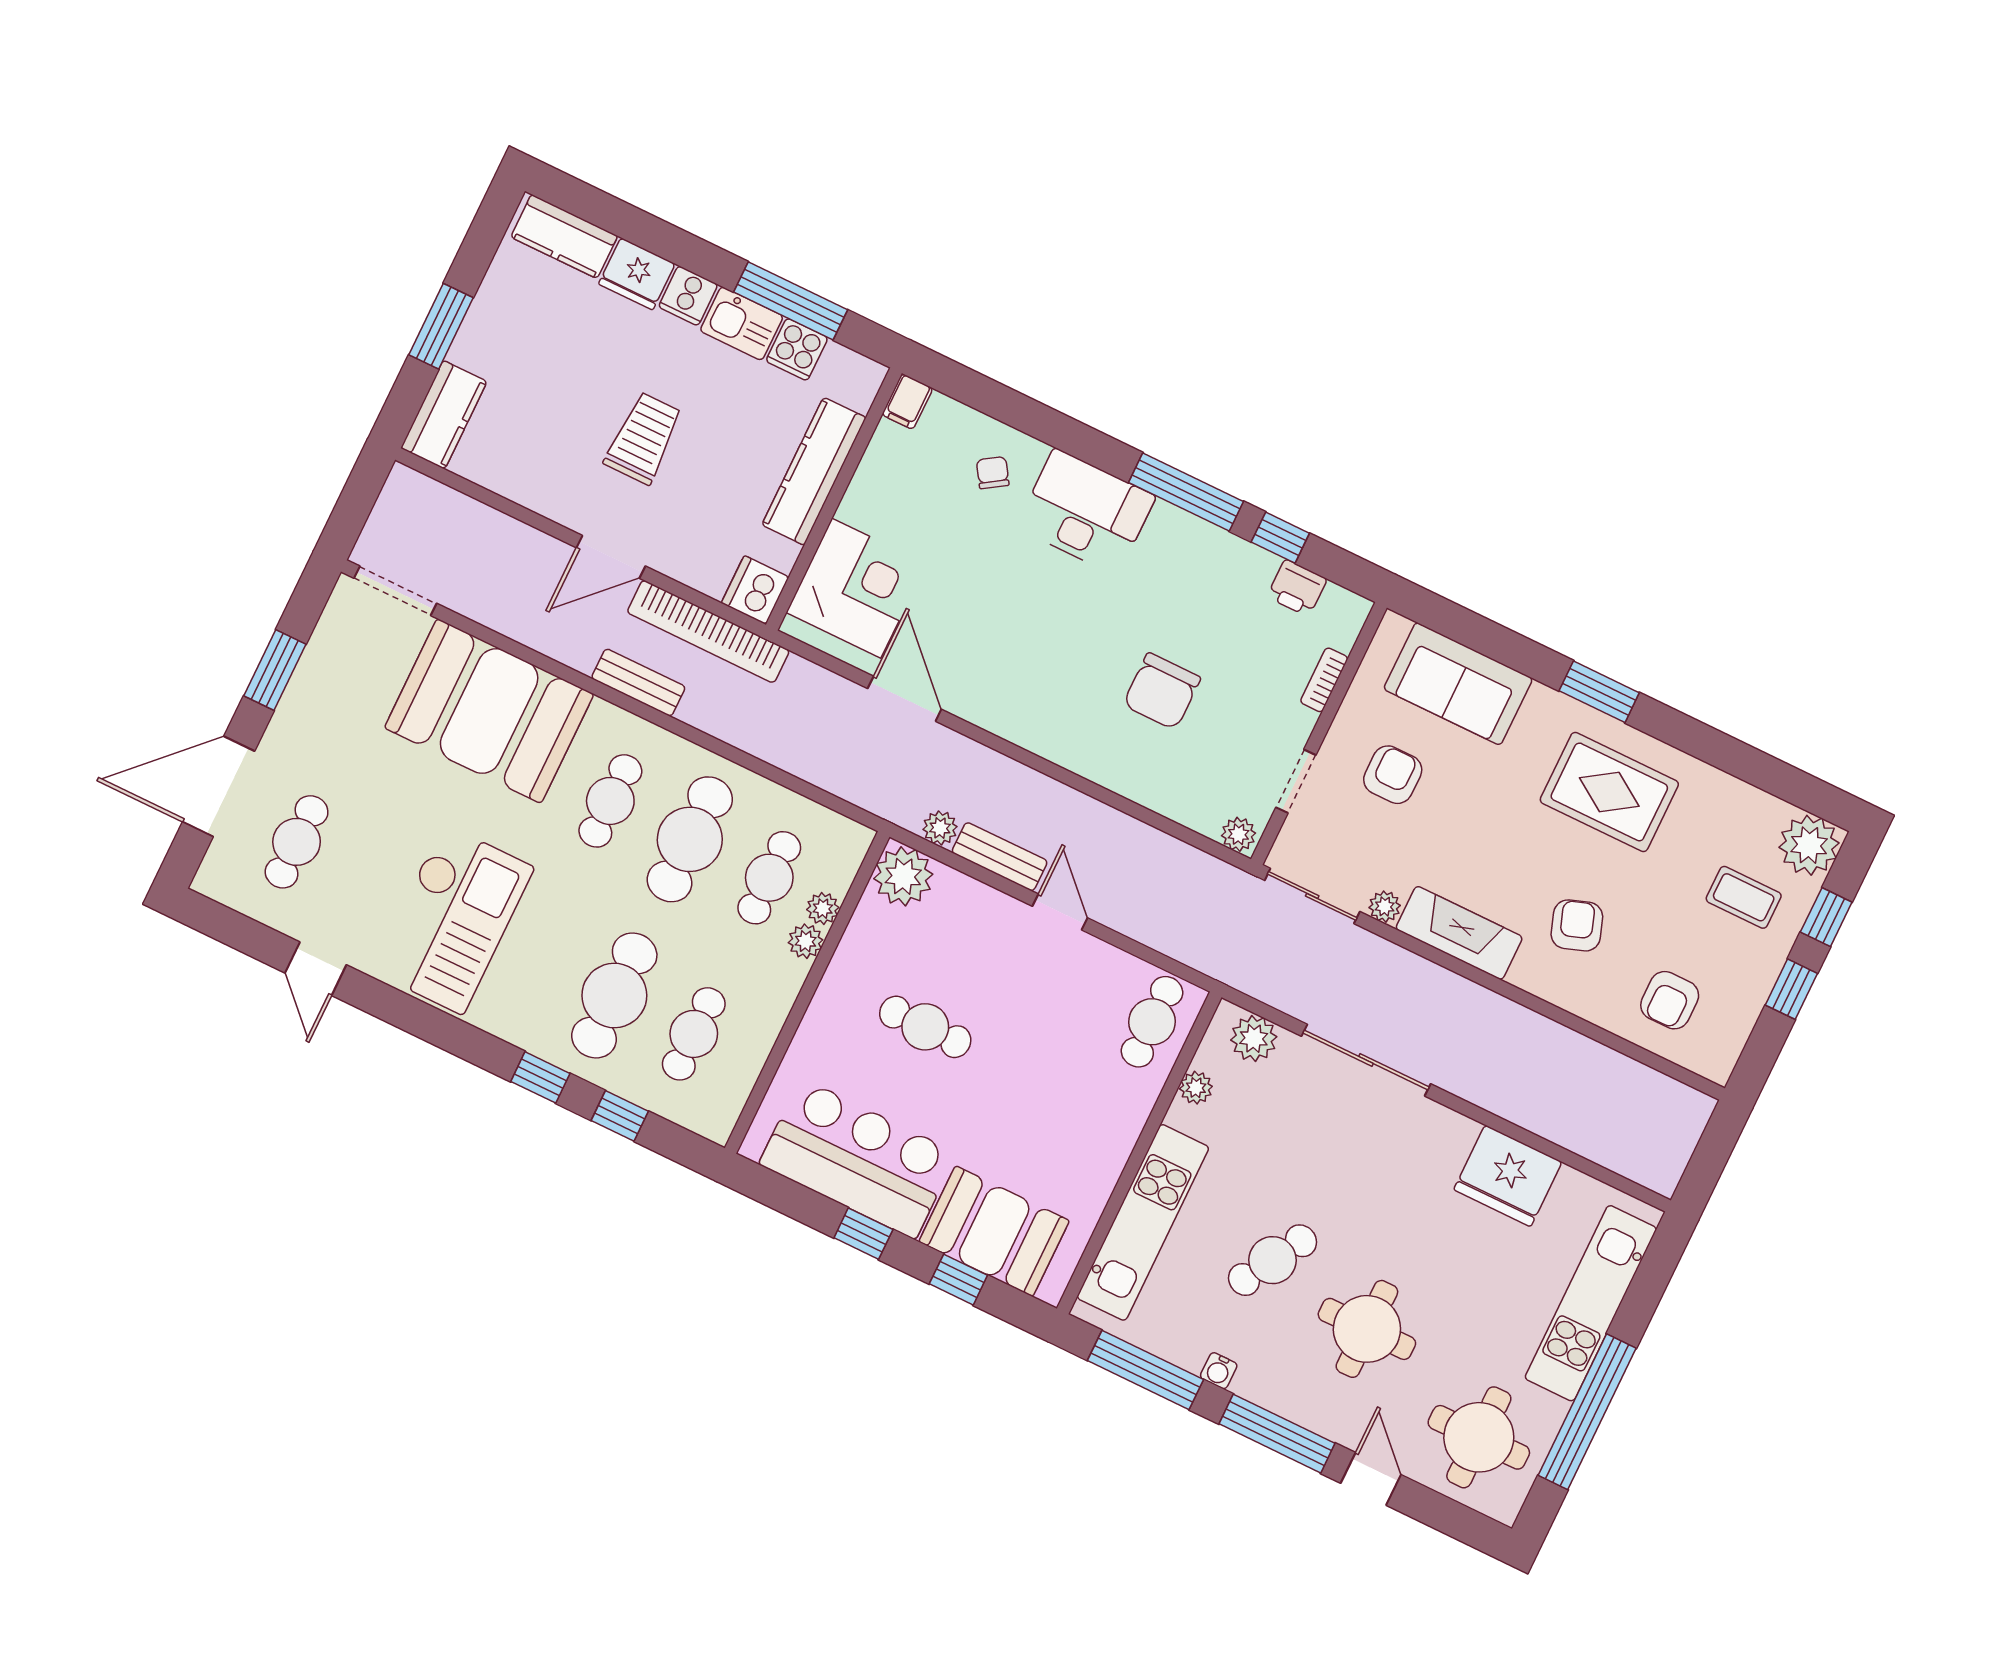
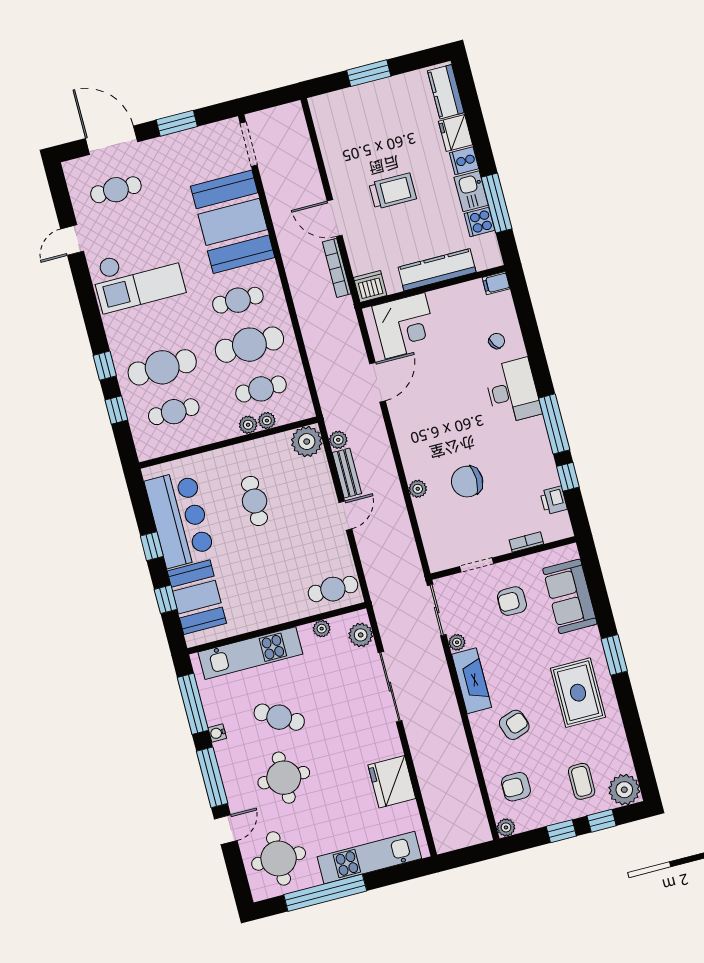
kitchen counter: (444, 415) -> (335, 104), removed
bookcase: (708, 631) -> (337, 268), width x0.68, depth x0.76
bench: (638, 682) -> (294, 271), removed
armchair: (1393, 775) -> (512, 601), turned 180
plant: (1239, 834) -> (418, 489), moved
plant: (1717, 1065) -> (506, 827), added

